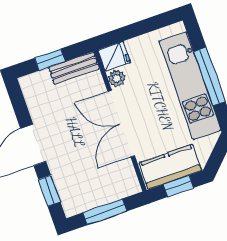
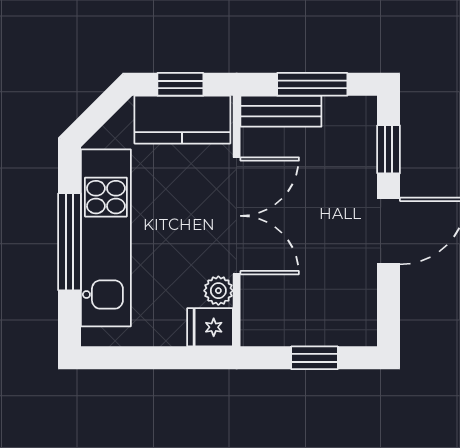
bench: (74, 68) -> (281, 111), moved

